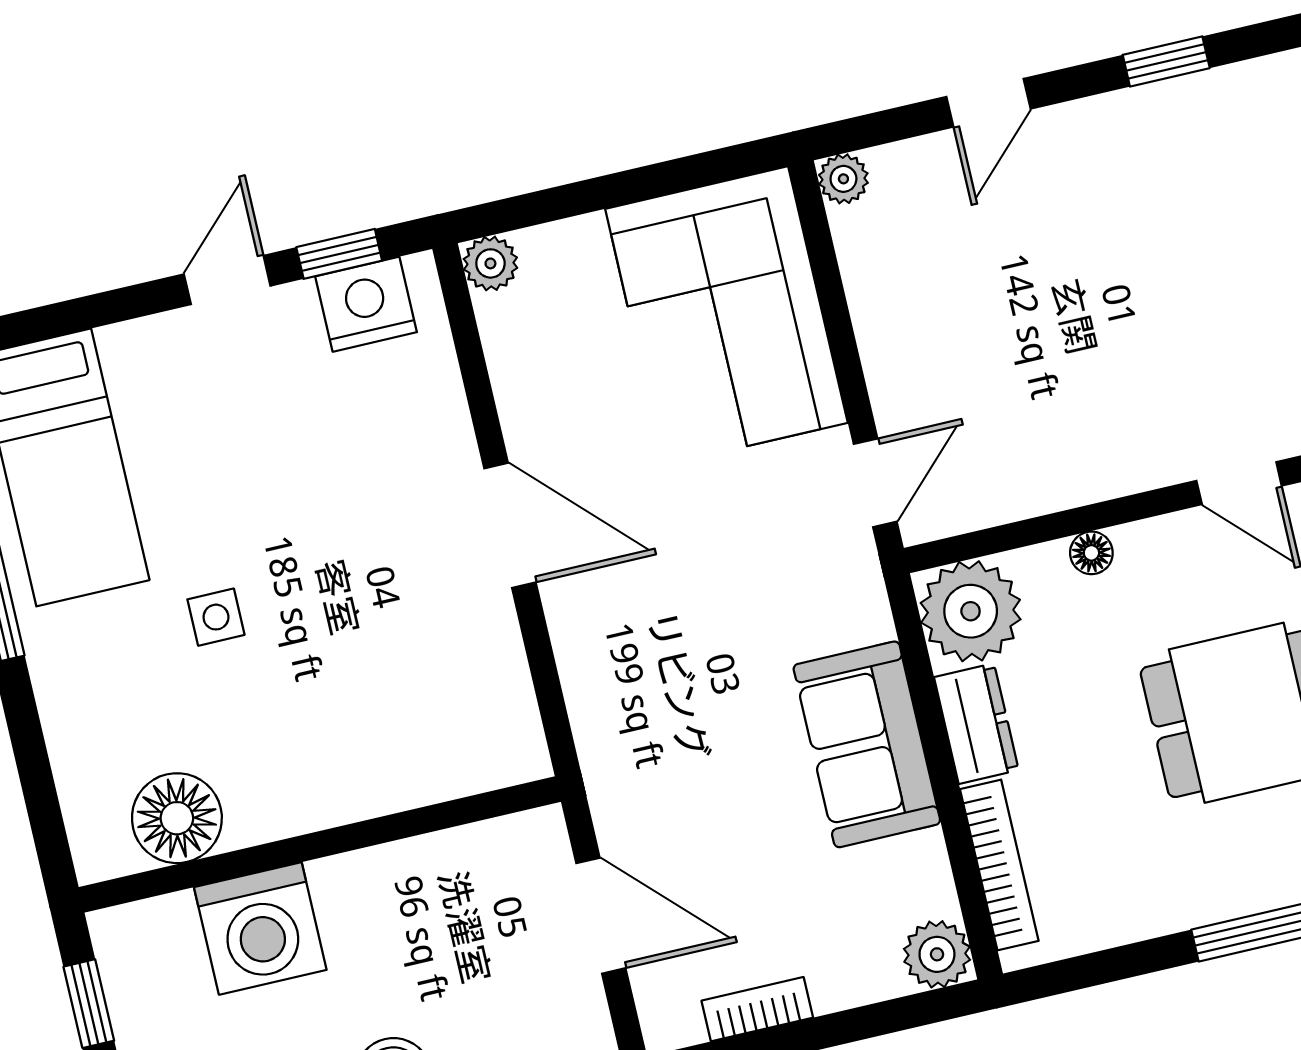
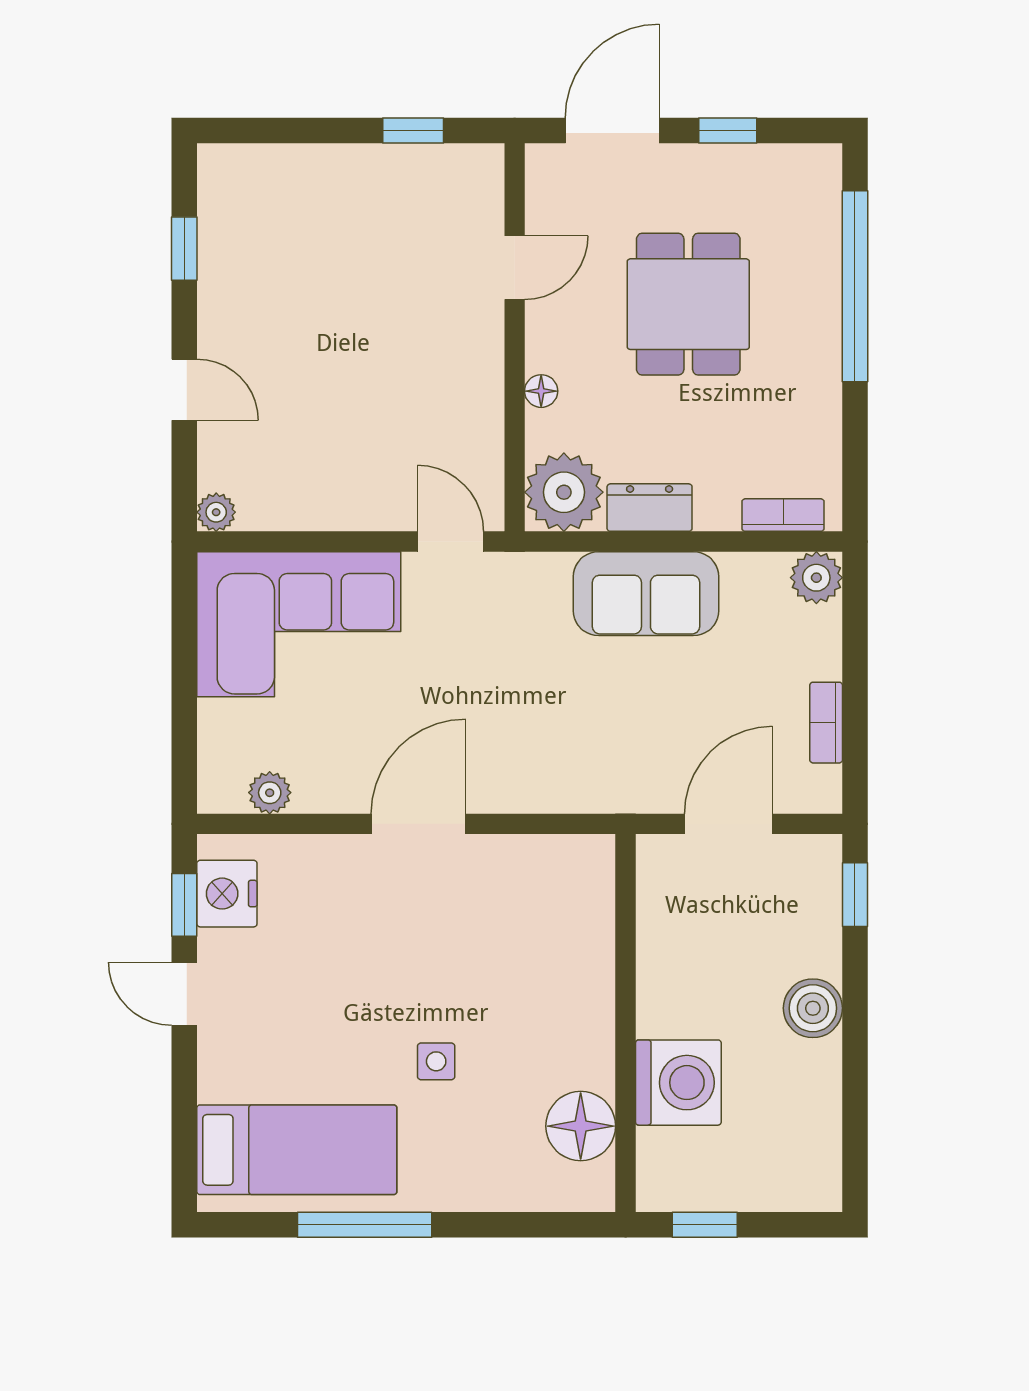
plant: (490, 263) -> (270, 793), moved
bookcase: (999, 865) -> (783, 515), width x0.64

